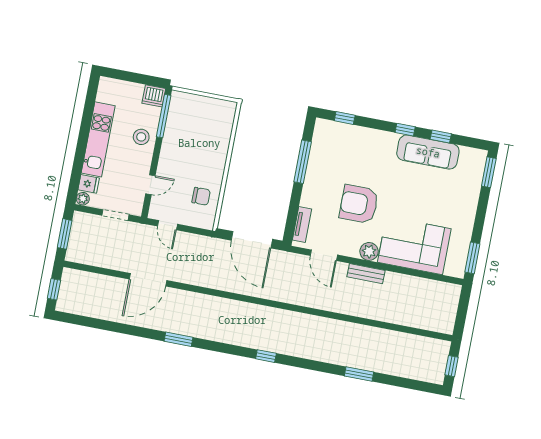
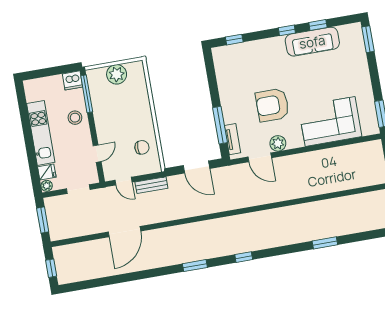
plant: (204, 107) -> (117, 74), added
window: (303, 162) -> (220, 125), moved
door: (252, 240) -> (197, 167), width x0.73
plant: (369, 251) -> (278, 143), moved
bench: (366, 274) -> (151, 185), moved
window: (179, 339) -> (195, 266), moved

